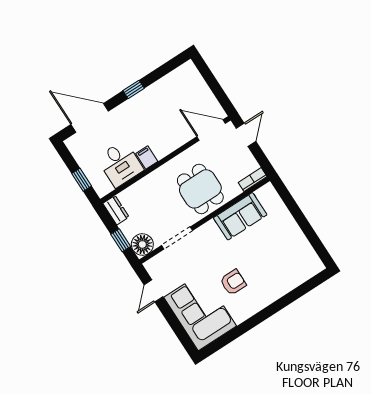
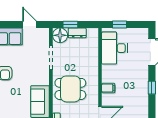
filing cabinet: (147, 157) -> (108, 88), moved
desk: (120, 164) -> (114, 48), width x1.37
dresser: (116, 210) -> (77, 33), moved

